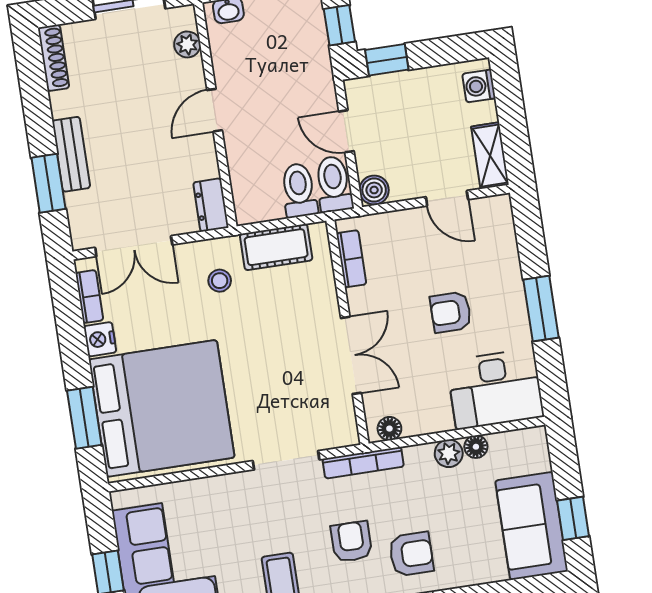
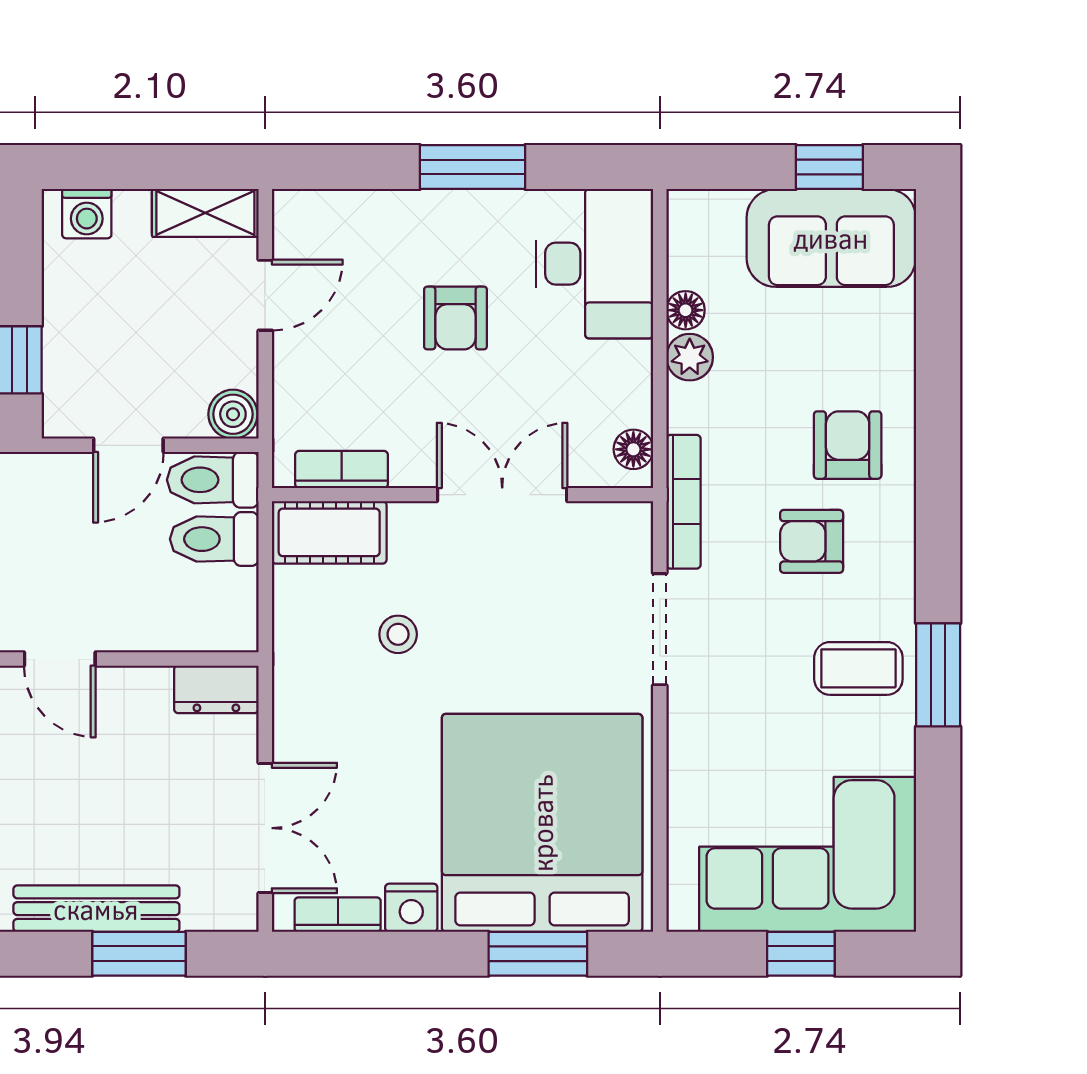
bench: (71, 154) -> (96, 909), width x1.36
cot: (276, 247) -> (329, 532), moved, turned 90
stool: (220, 281) -> (398, 634), moved

